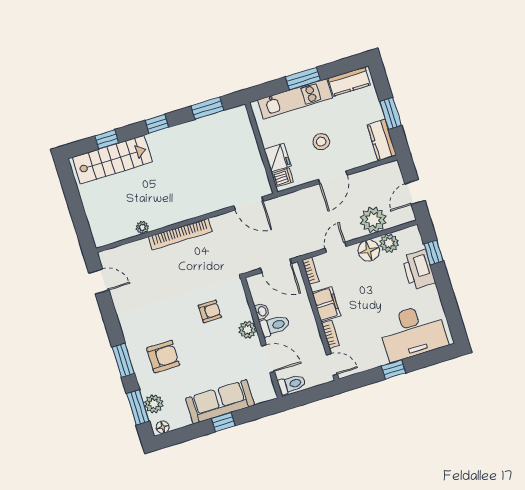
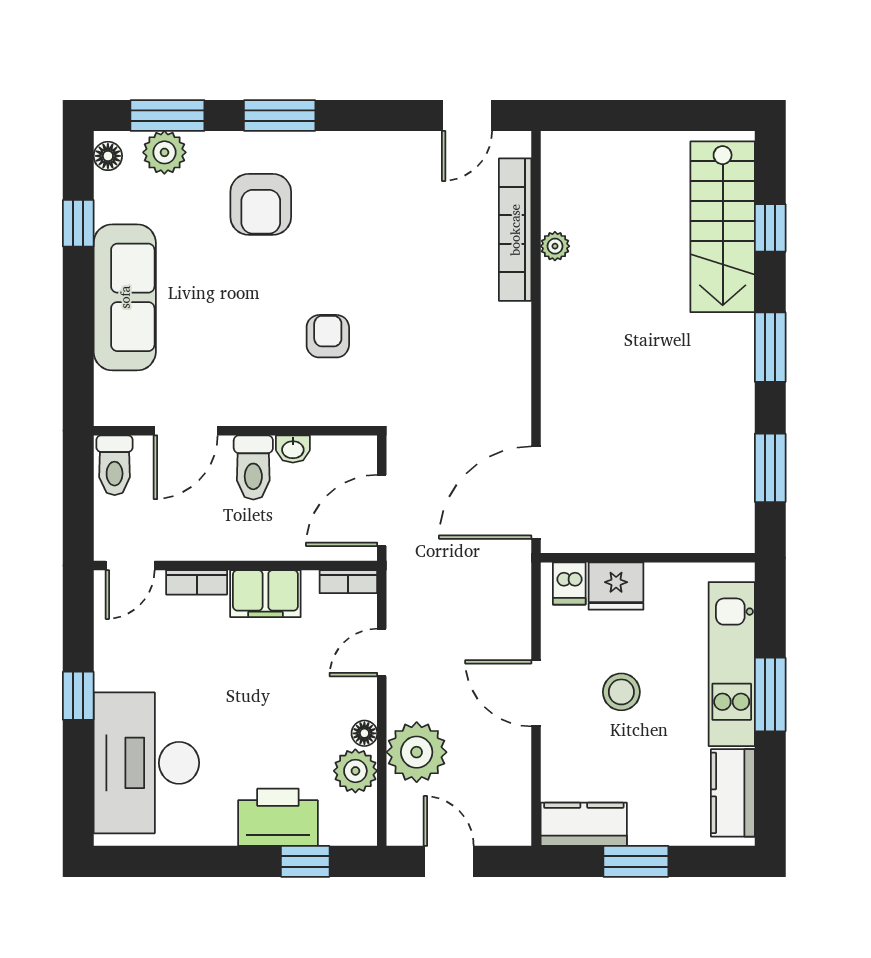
window: (157, 124) -> (770, 347), width x1.50
door: (248, 203) -> (536, 493), width x1.36
bookcase: (180, 234) -> (515, 230), moved
door: (336, 247) -> (382, 652), swing flipped
floor lamp: (369, 250) -> (364, 733), width x0.53, depth x0.53
armchair: (210, 311) -> (328, 336), turned 180
plant: (248, 330) -> (263, 406), removed
window: (223, 422) -> (78, 223), moved

